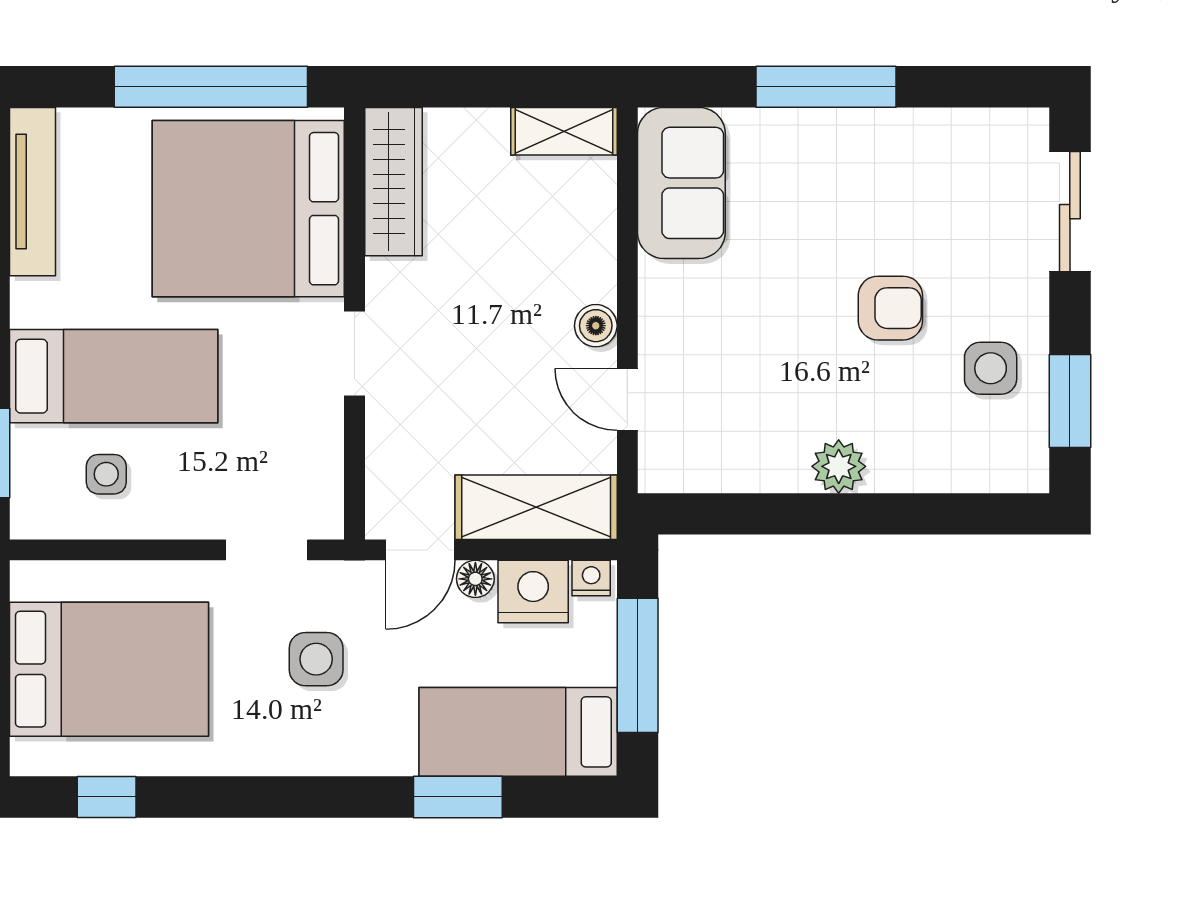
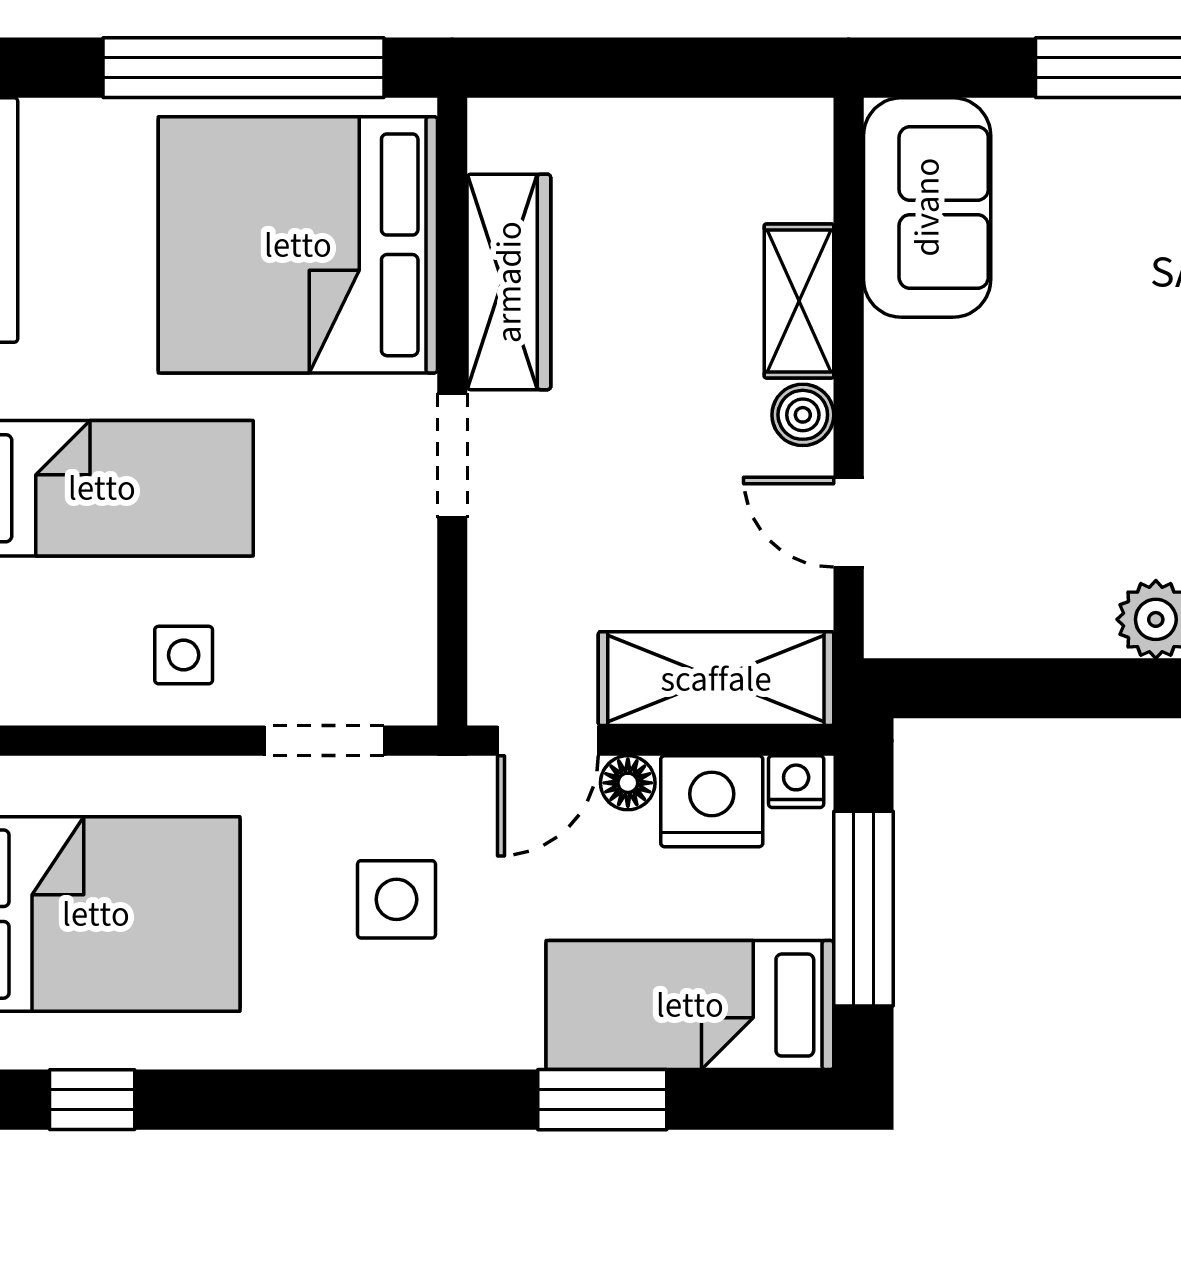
shelving: (564, 131) -> (799, 301), moved, turned 90
wardrobe: (394, 182) -> (509, 282), moved
side table: (106, 474) -> (184, 655), moved

